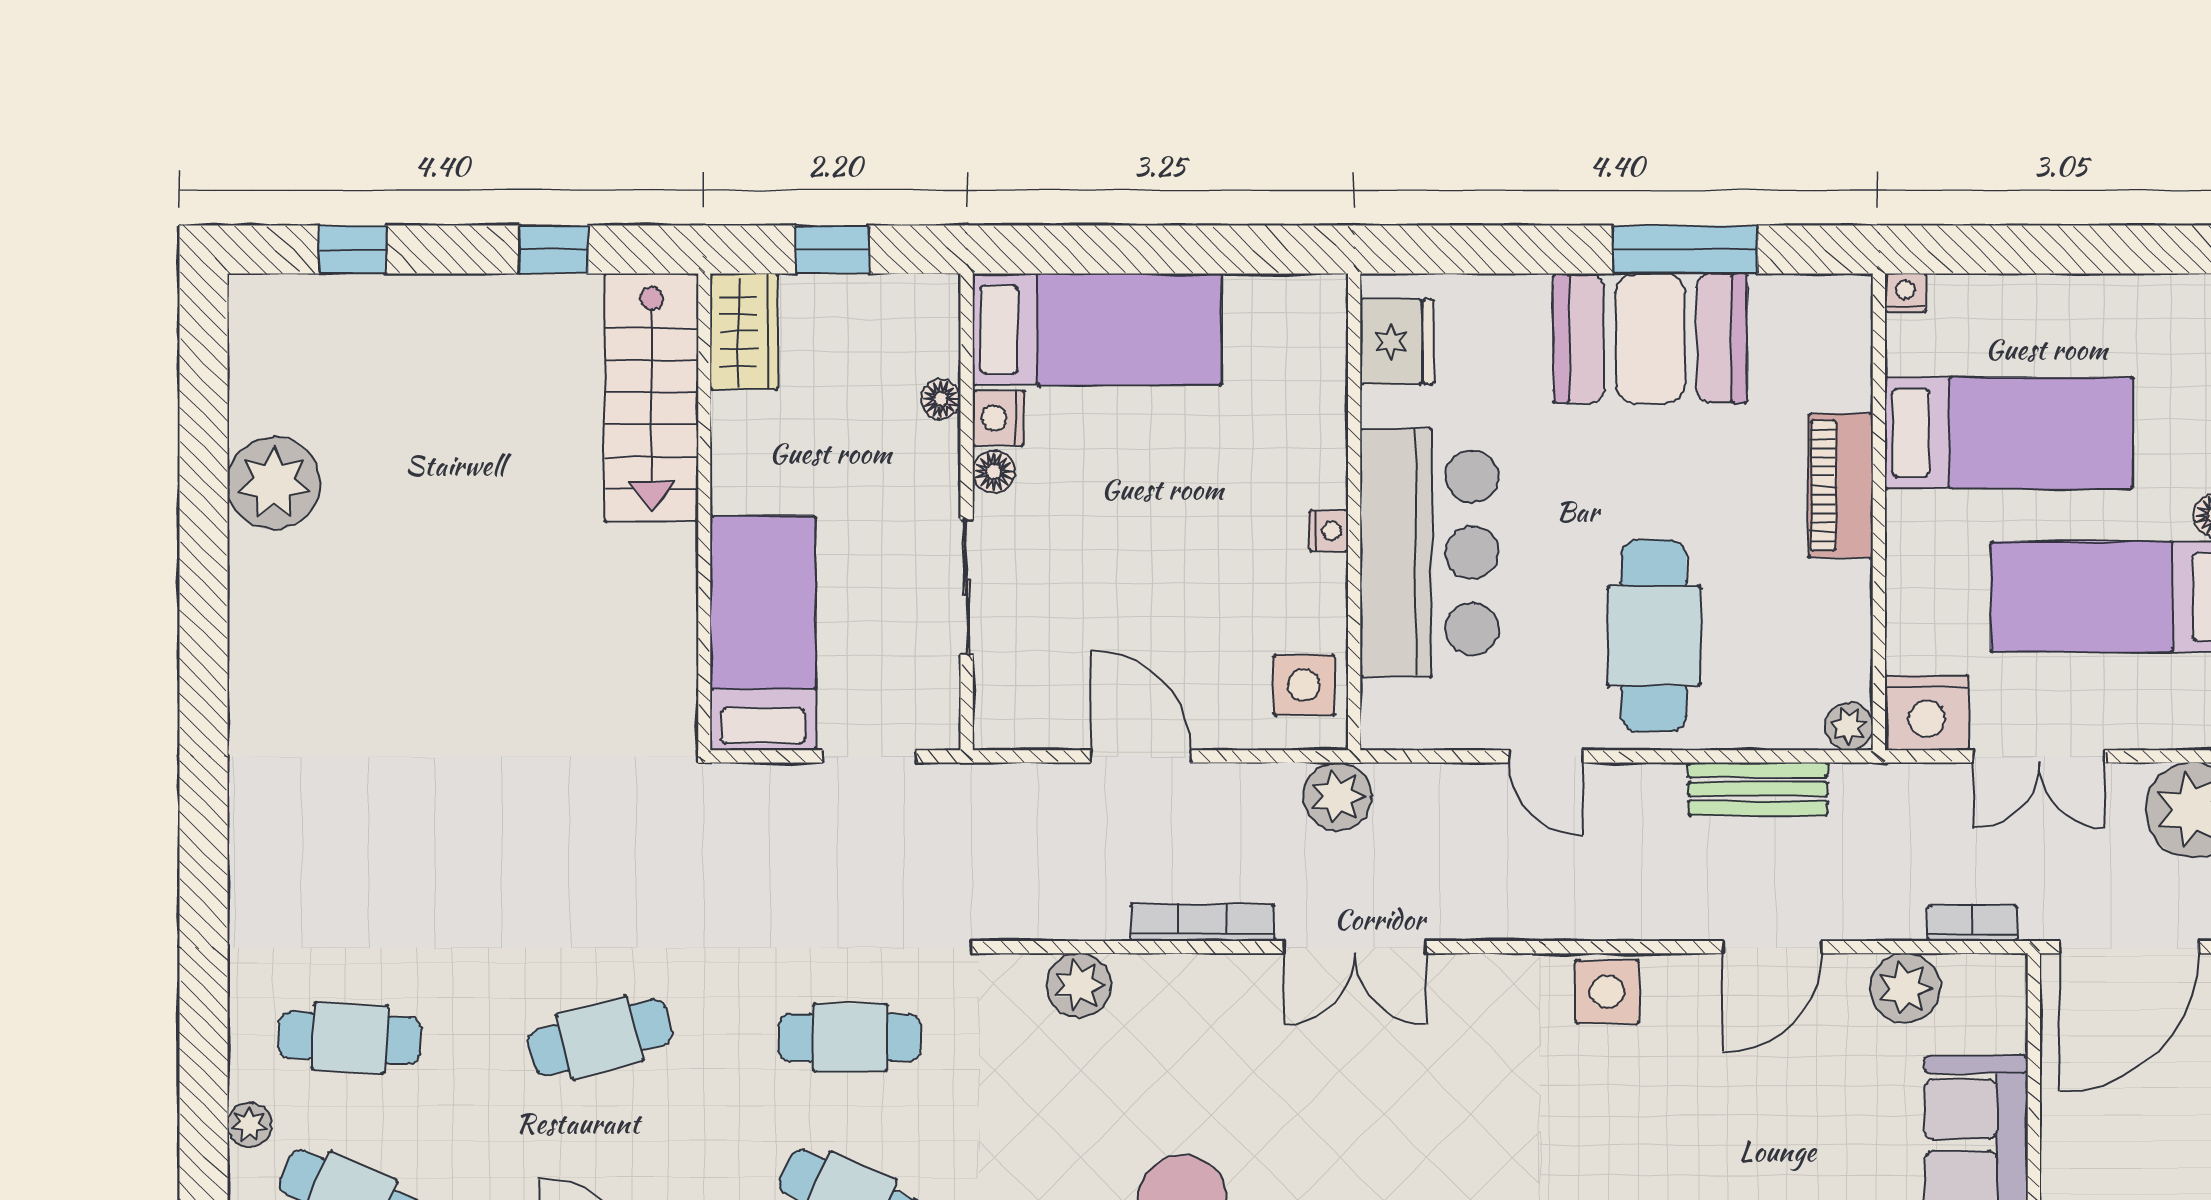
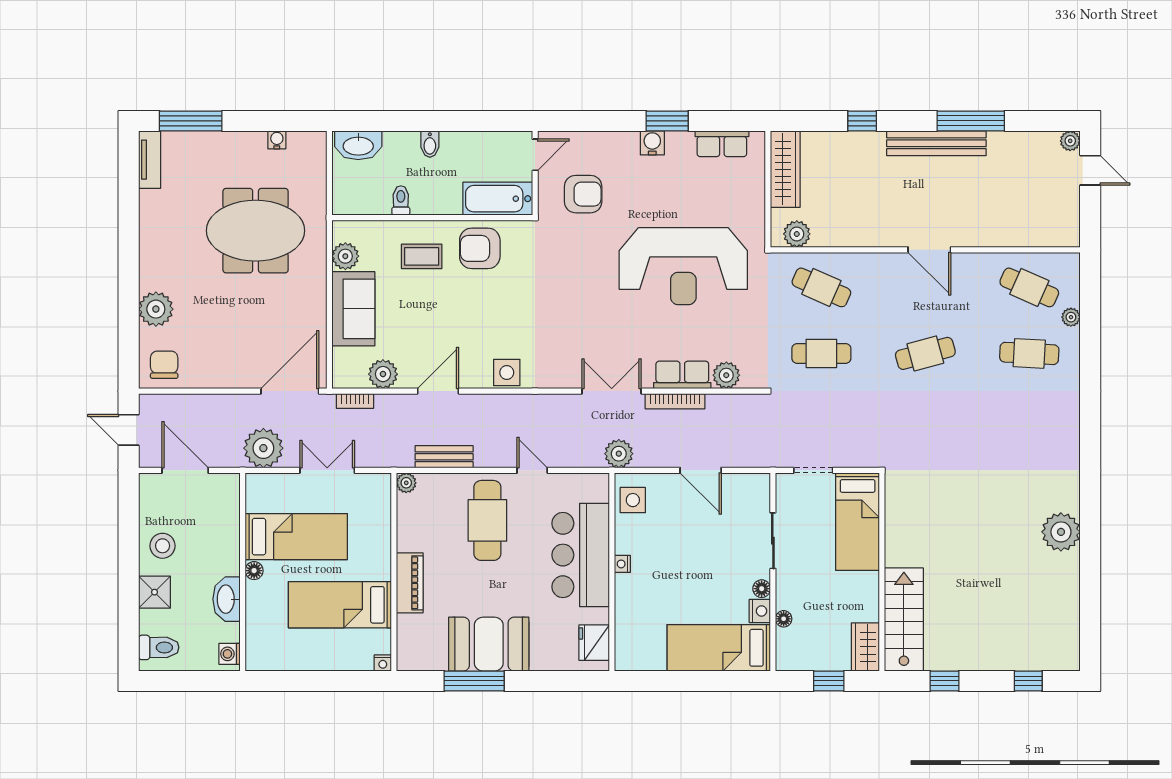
plant: (274, 483) -> (1061, 532), moved
nightstand: (1927, 713) -> (374, 488), removed
row of seats: (1185, 986) -> (682, 375), added

